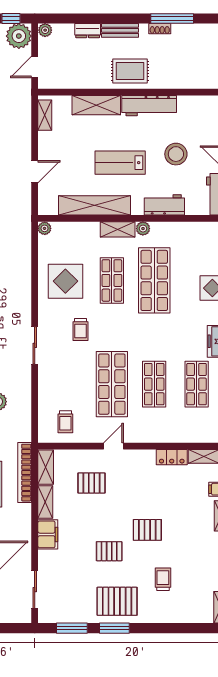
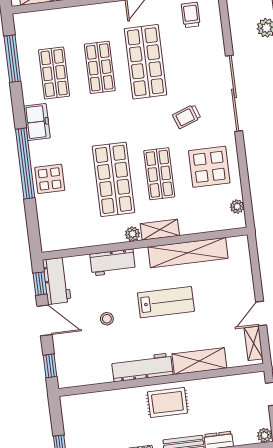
stool: (176, 154) -> (107, 319), width x0.53, depth x0.53
door: (35, 172) -> (261, 314), moved
plant: (45, 228) -> (237, 207), moved
trolley: (80, 330) -> (187, 117), turned -110
sliding door: (35, 345) -> (234, 93), width x1.86

